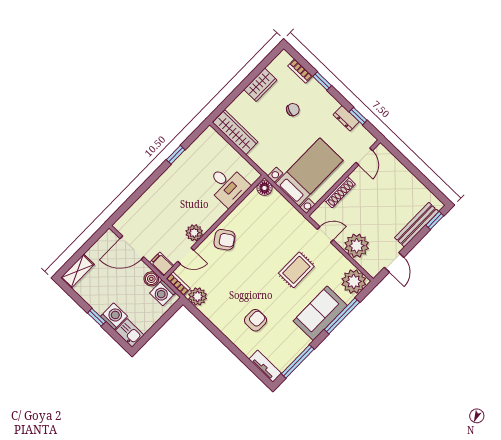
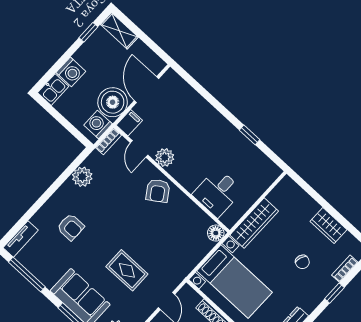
wardrobe: (235, 132) -> (254, 223), moved
boiler: (151, 279) -> (113, 102), width x1.86, depth x1.86
plant: (198, 296) -> (82, 177), moved
window: (97, 317) -> (88, 32), moved

